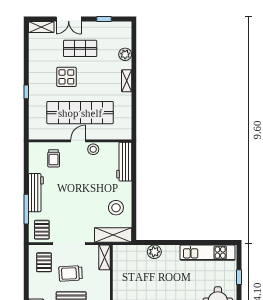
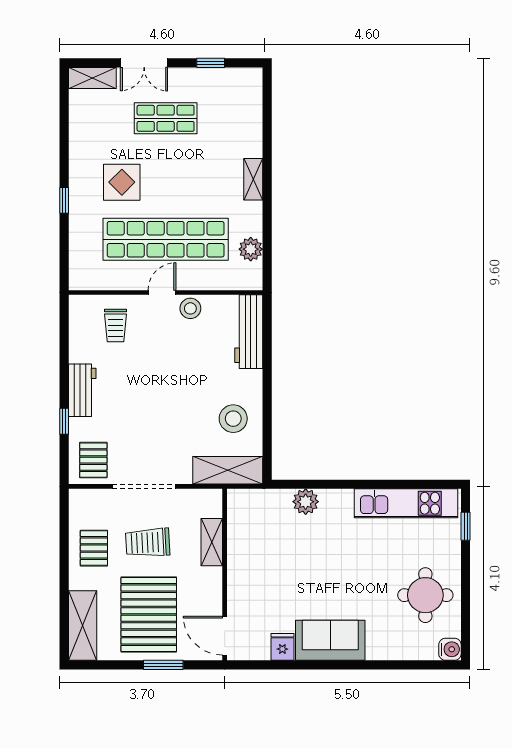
plant: (125, 54) -> (251, 249), moved
display table: (66, 77) -> (122, 182), moved
workbench: (36, 193) -> (82, 390), width x0.73
window: (26, 209) -> (64, 421), width x0.46
shelving: (105, 257) -> (212, 542), moved
pallet: (44, 262) -> (94, 548), moved
window: (239, 277) -> (466, 526), moved

